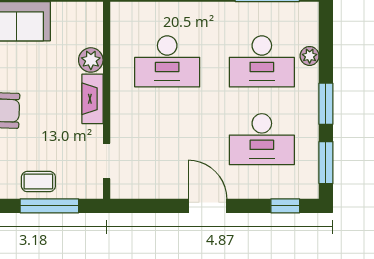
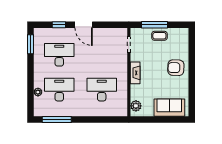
plant: (91, 60) -> (136, 106), moved
window: (326, 104) -> (31, 71), removed
window: (285, 206) -> (59, 25), moved

